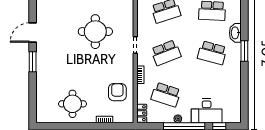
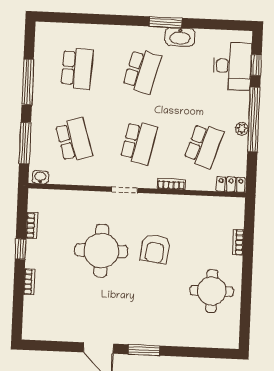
washbasin: (235, 33) -> (180, 37), moved
window: (244, 51) -> (166, 22), moved
school desk: (166, 53) -> (139, 143), turned 33
armchair: (117, 92) -> (155, 249), moved, turned -83
desk: (207, 111) -> (232, 66), moved

